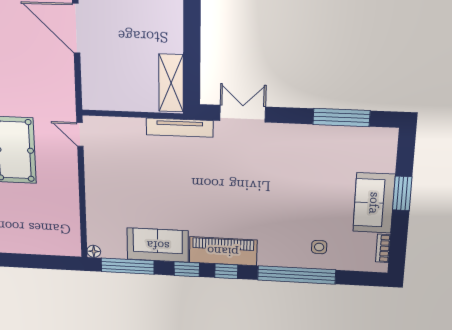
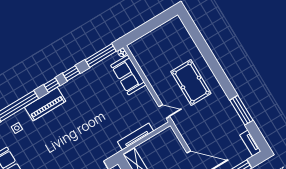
tv unit: (180, 128) -> (135, 136), moved
sofa: (158, 245) -> (128, 75), moved, turned 90
piano: (223, 251) -> (45, 104), moved

